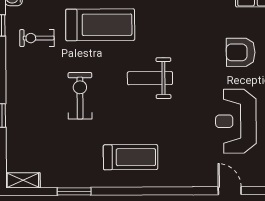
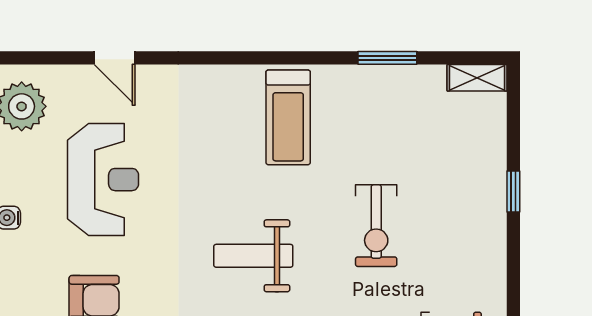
weight bench: (150, 78) -> (253, 256), turned 180
treadmill: (131, 157) -> (288, 117), turned -90

